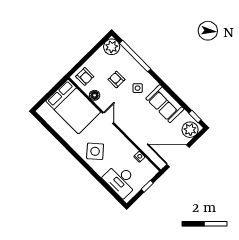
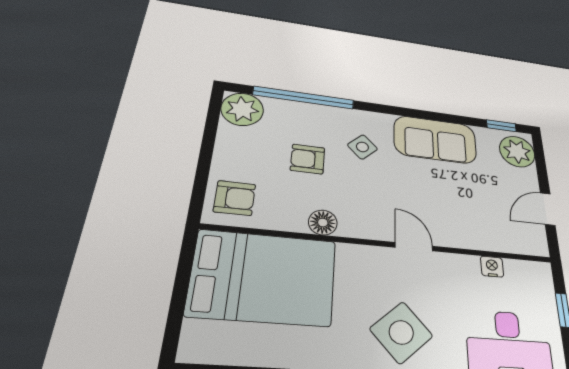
floor lamp: (95, 95) -> (323, 222), moved
door: (108, 118) -> (414, 247), moved
door: (178, 156) -> (548, 209), width x0.53

